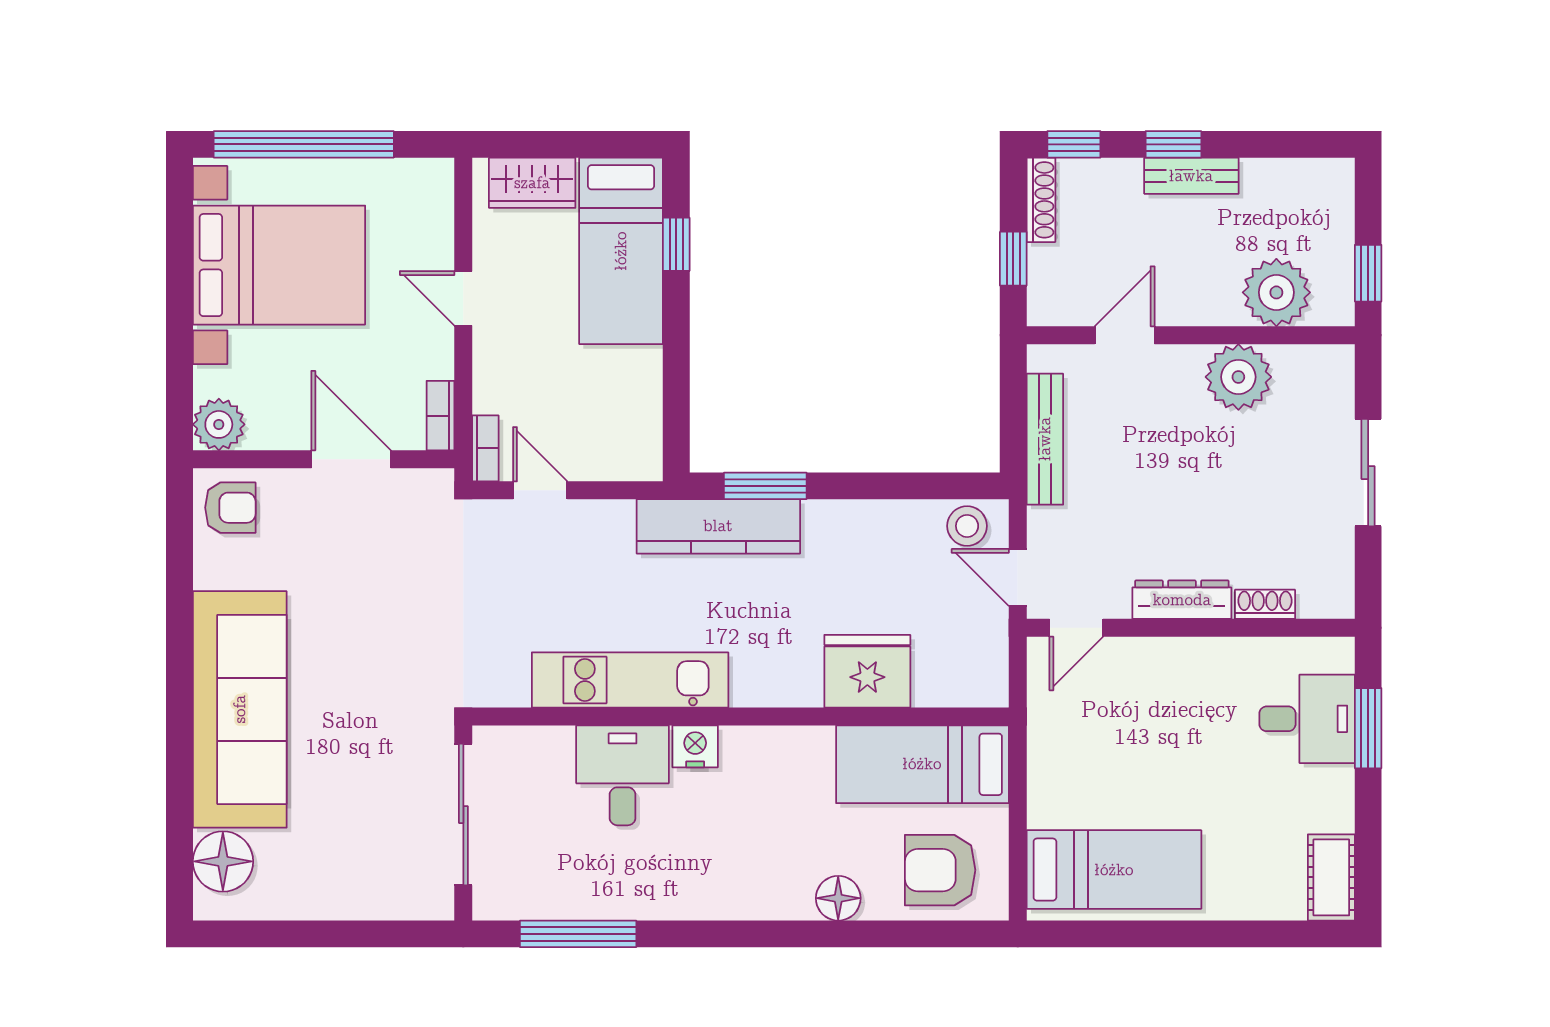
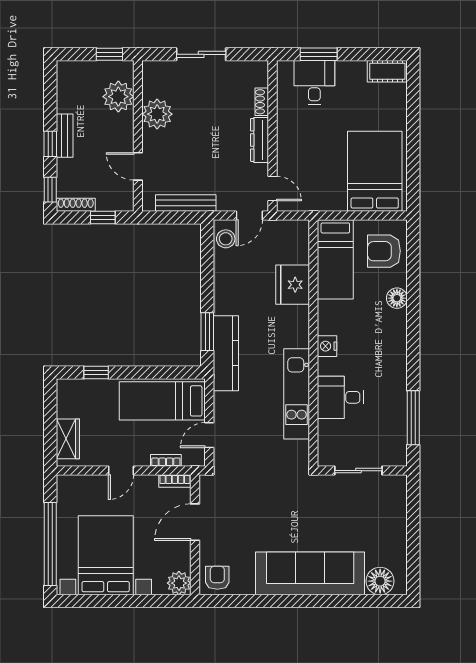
bed: (621, 251) -> (162, 401), moved, turned 180
bookcase: (485, 448) -> (166, 460), moved
nightstand: (695, 746) -> (327, 346), moved
sliding door: (463, 815) -> (358, 471), width x0.73
armchair: (940, 870) -> (384, 251), turned 90
bed: (1114, 870) -> (375, 171), width x1.50

